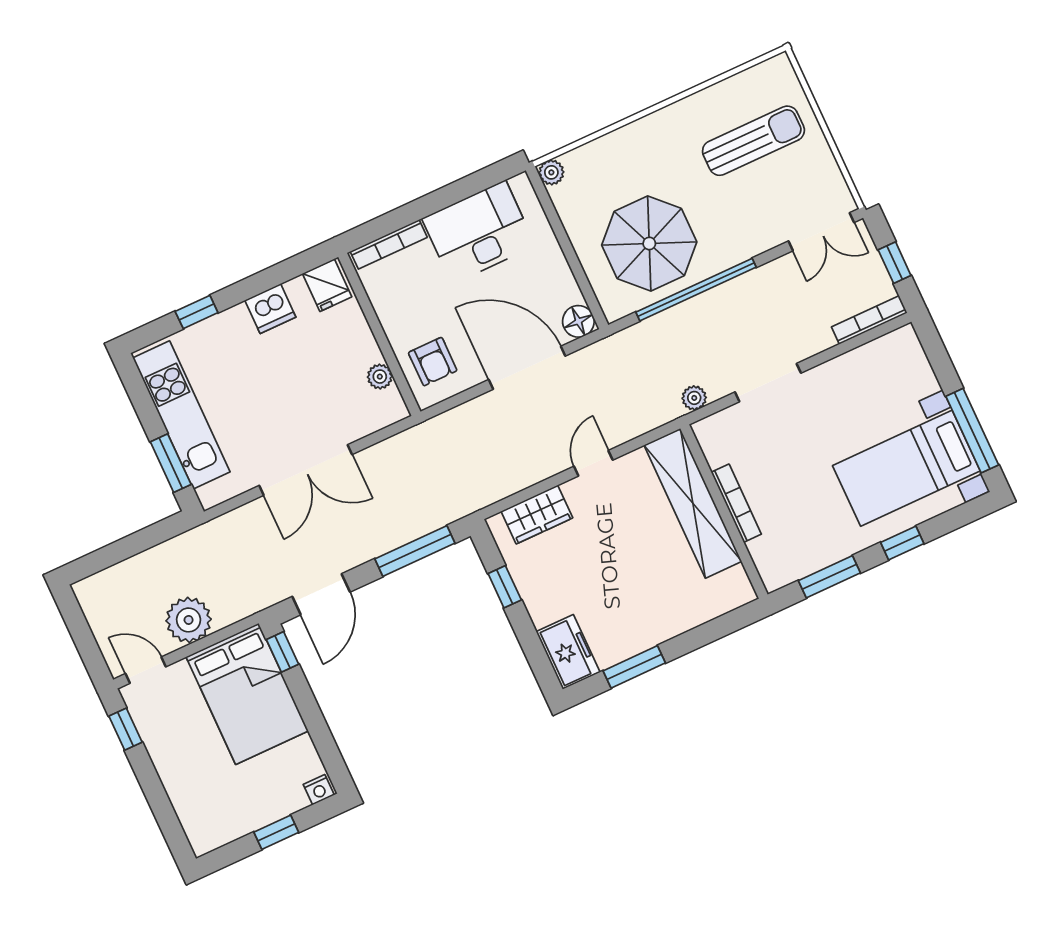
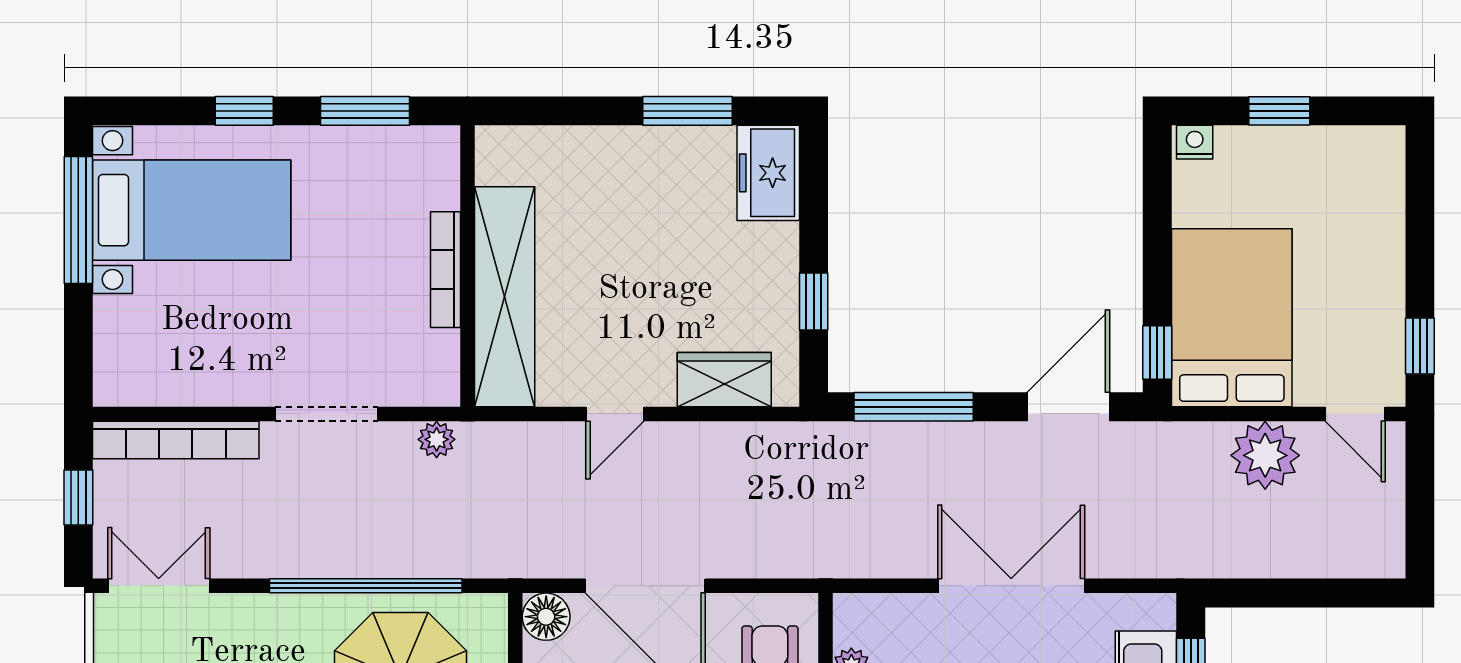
bookcase: (869, 320) -> (176, 440), width x1.48, depth x1.31

